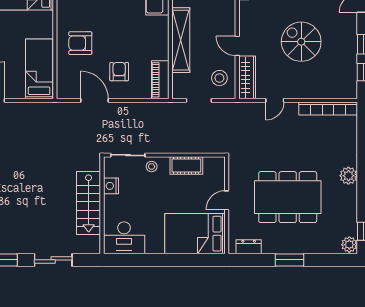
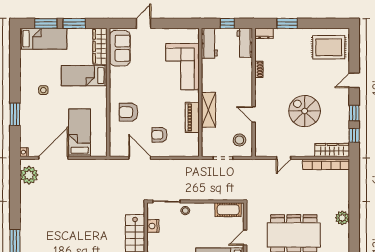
shelving: (181, 40) -> (209, 110), width x0.68
bed: (39, 69) -> (80, 133), moved
armchair: (119, 72) -> (159, 135), turned -90
wardrobe: (247, 77) -> (332, 150), moved, turned -90
piano: (160, 80) -> (192, 117), moved
cot: (186, 165) -> (228, 210), moved

